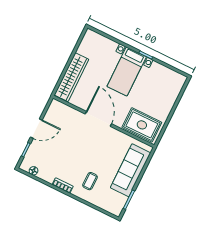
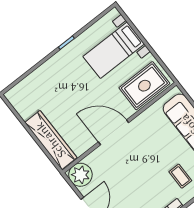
bed with nightstands: (127, 72) -> (114, 50), moved, turned 90
plant: (57, 110) -> (80, 175), added

